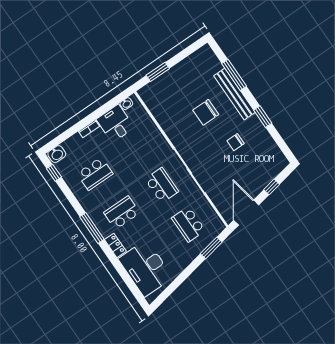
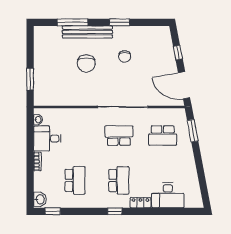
school desk: (122, 213) -> (119, 180), turned 180
window: (92, 228) -> (115, 211), width x0.46
desk: (146, 268) -> (168, 195), width x0.73, depth x0.77

